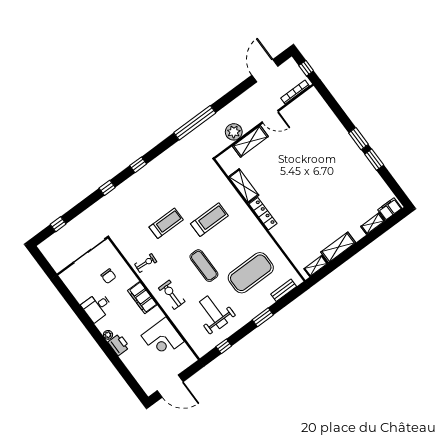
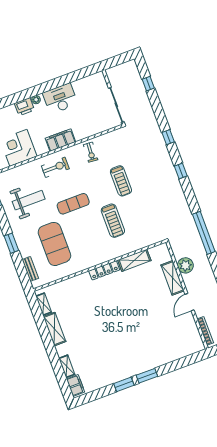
chair: (108, 276) -> (89, 115), removed
desk: (97, 307) -> (60, 99), width x1.37

